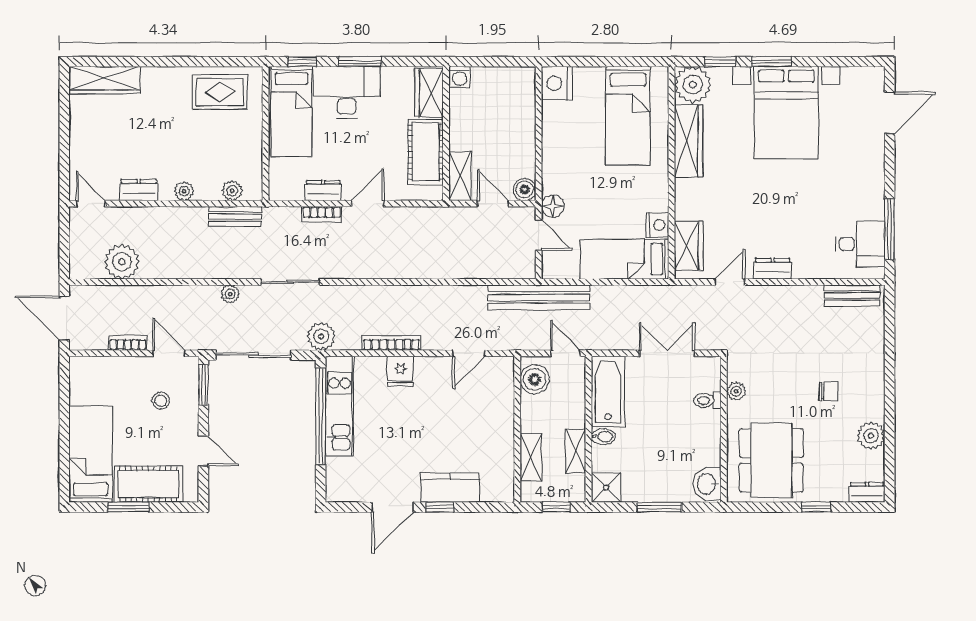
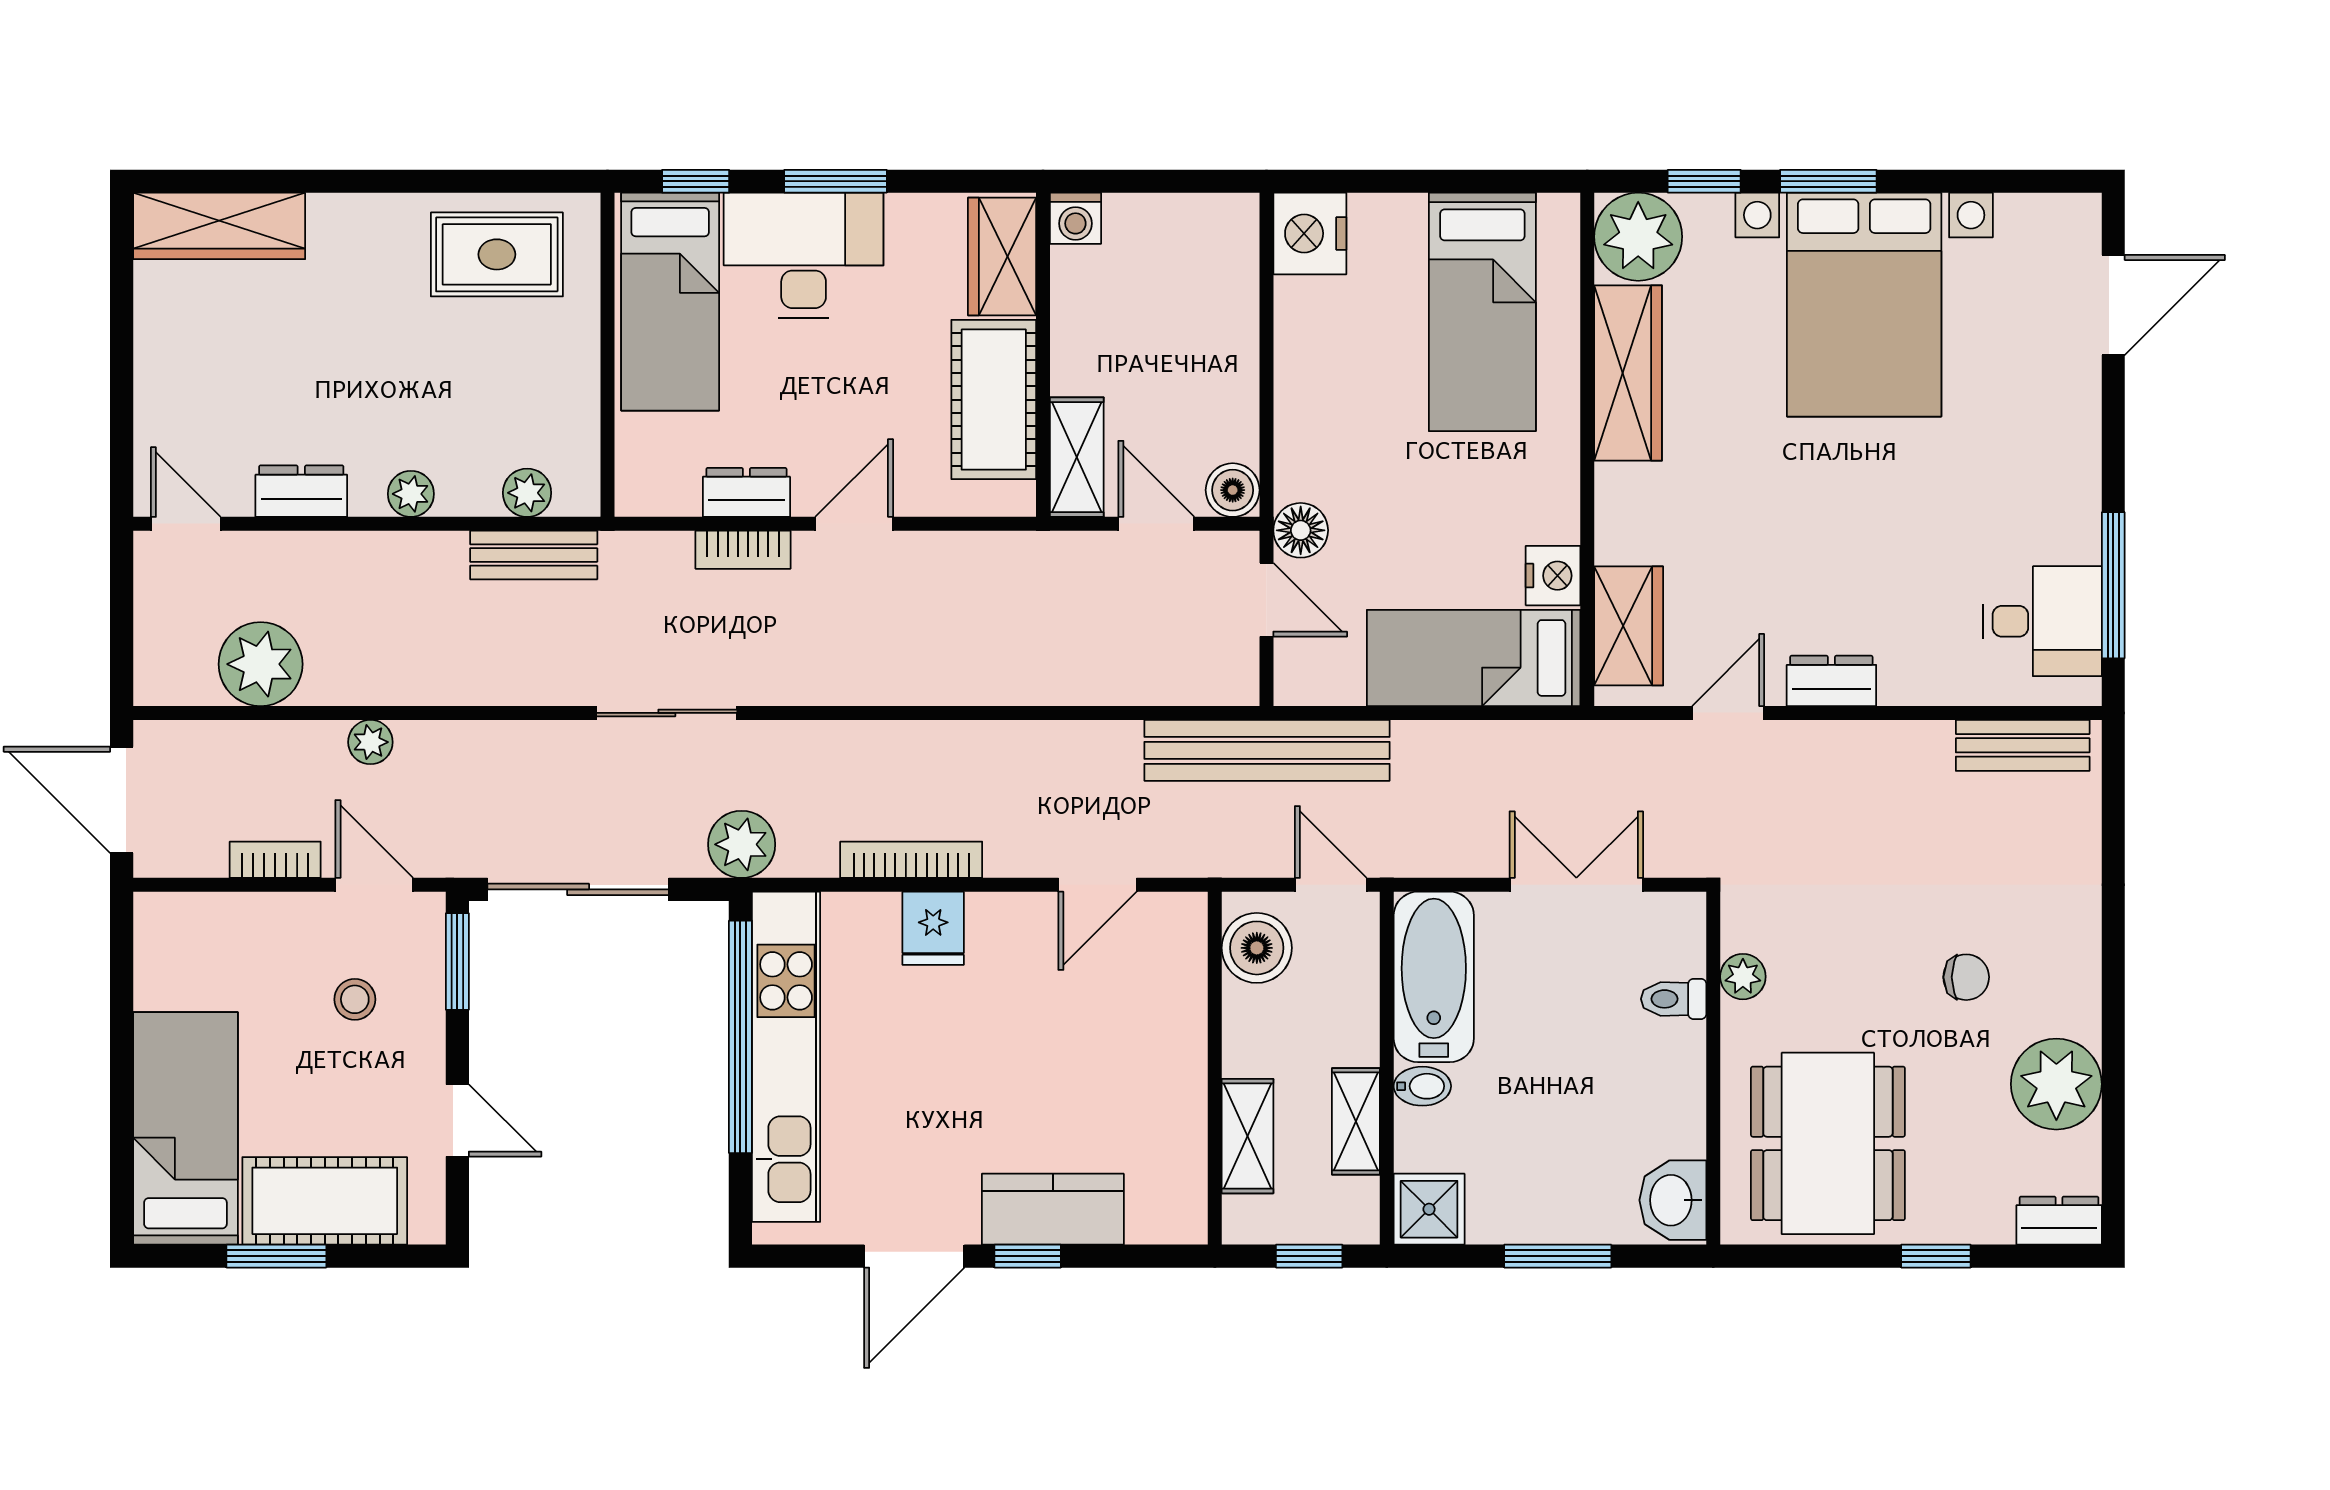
plant: (230, 294) -> (370, 742), moved
kitchen unit: (340, 406) -> (786, 1057), width x1.36
plant: (871, 436) -> (2056, 1084), width x1.36, depth x1.36

